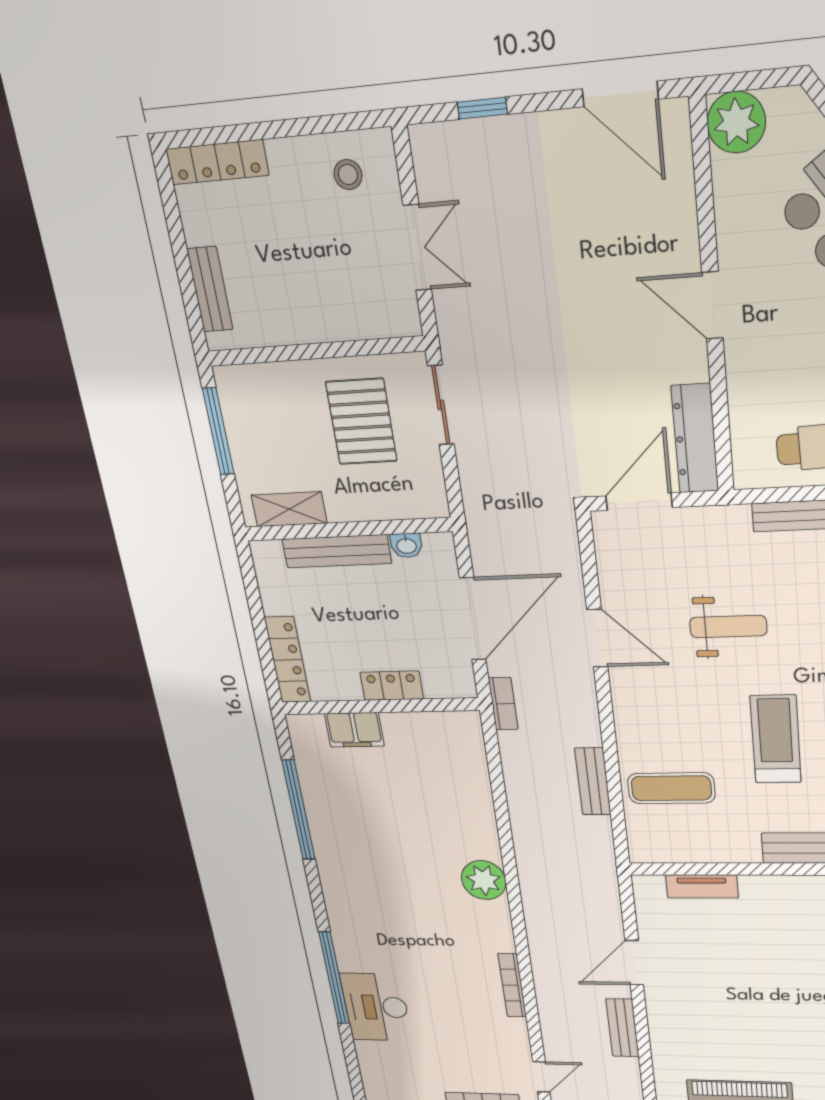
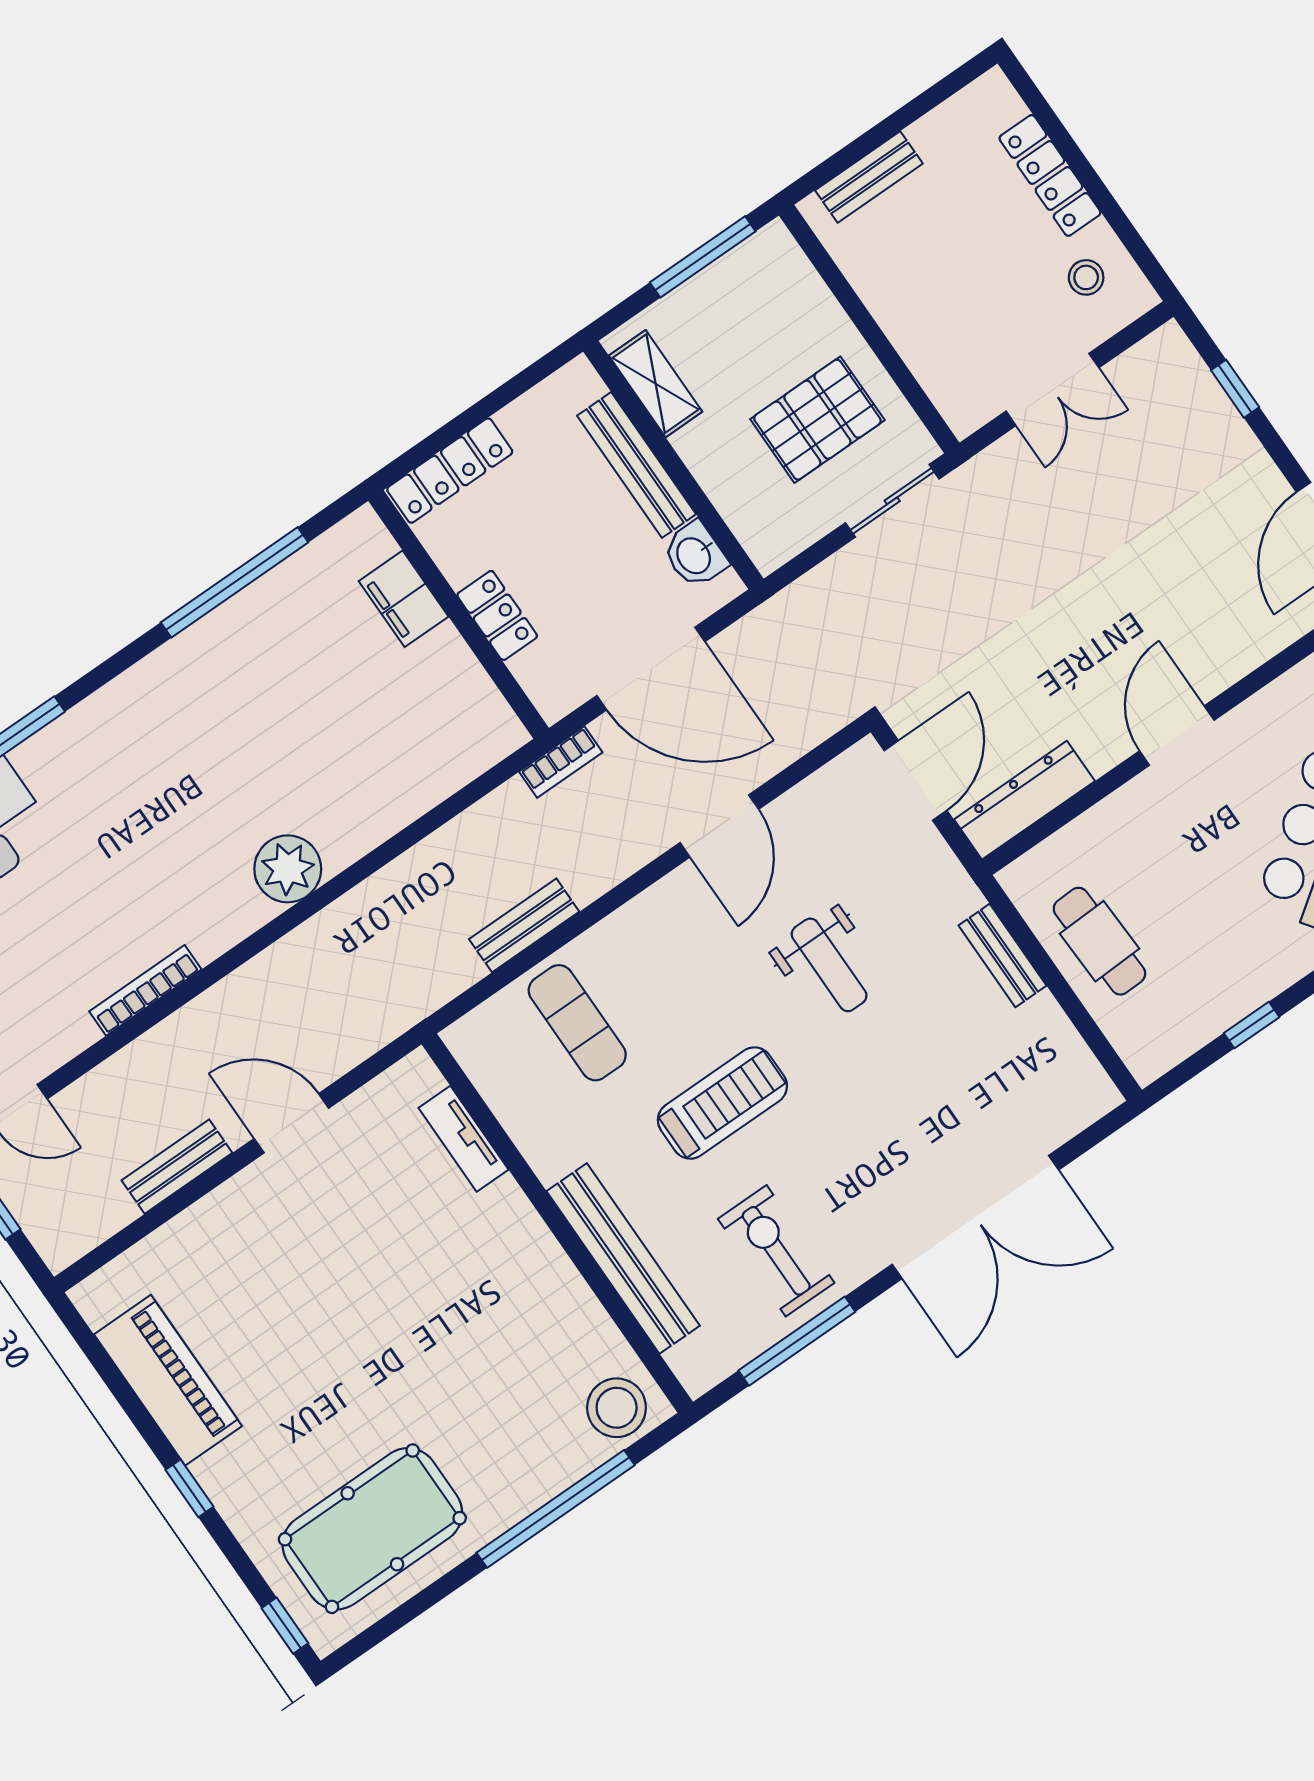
locker: (217, 162) -> (1050, 175), moved
door: (639, 502) -> (915, 781), hinge flipped
washbasin: (406, 545) -> (695, 555), width x1.38, depth x1.45

